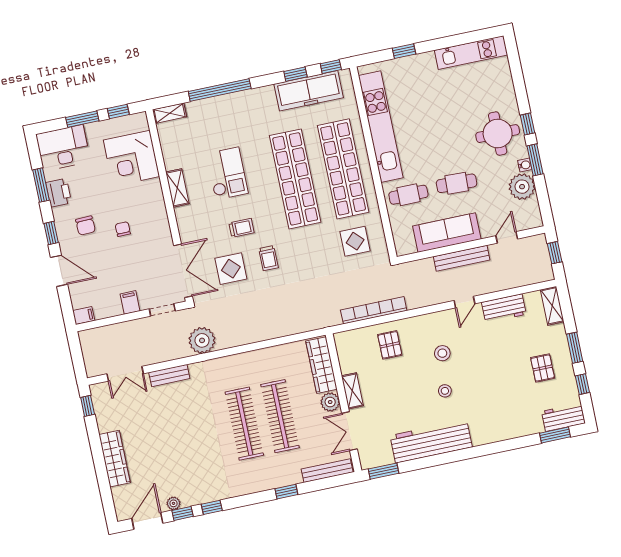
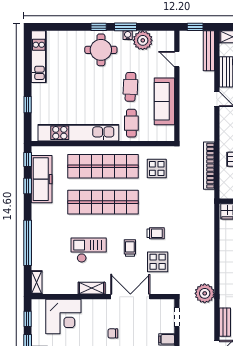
bench: (462, 258) -> (209, 51), moved
double door: (183, 271) -> (130, 297), moved

